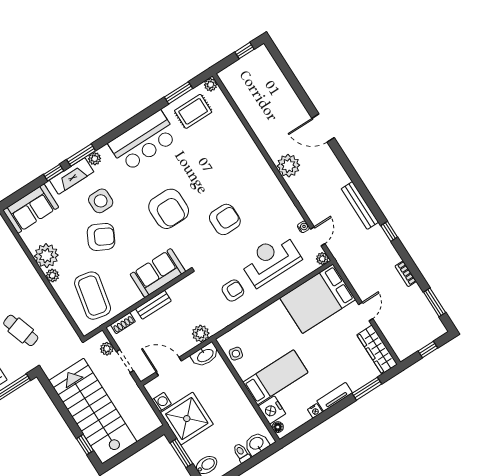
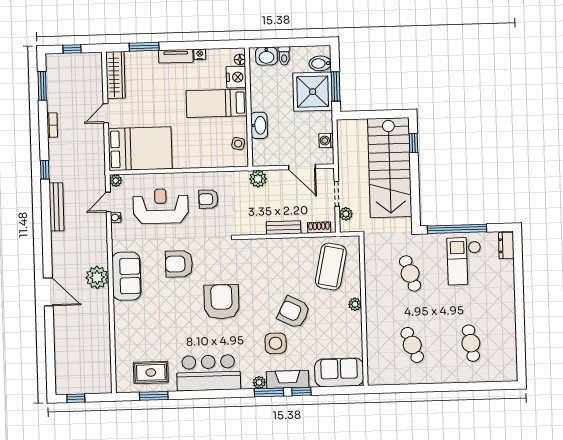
plant: (211, 85) -> (122, 386), removed
plant: (46, 256) -> (350, 324), removed
reception desk: (270, 260) -> (161, 206), turned 180
sofa: (158, 273) -> (126, 276), moved, turned -90
washbasin: (205, 355) -> (259, 125), moved, turned 90
shower: (187, 419) -> (313, 92), moved

